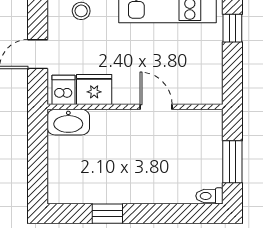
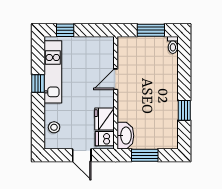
window: (38, 152) -> (145, 155), added

